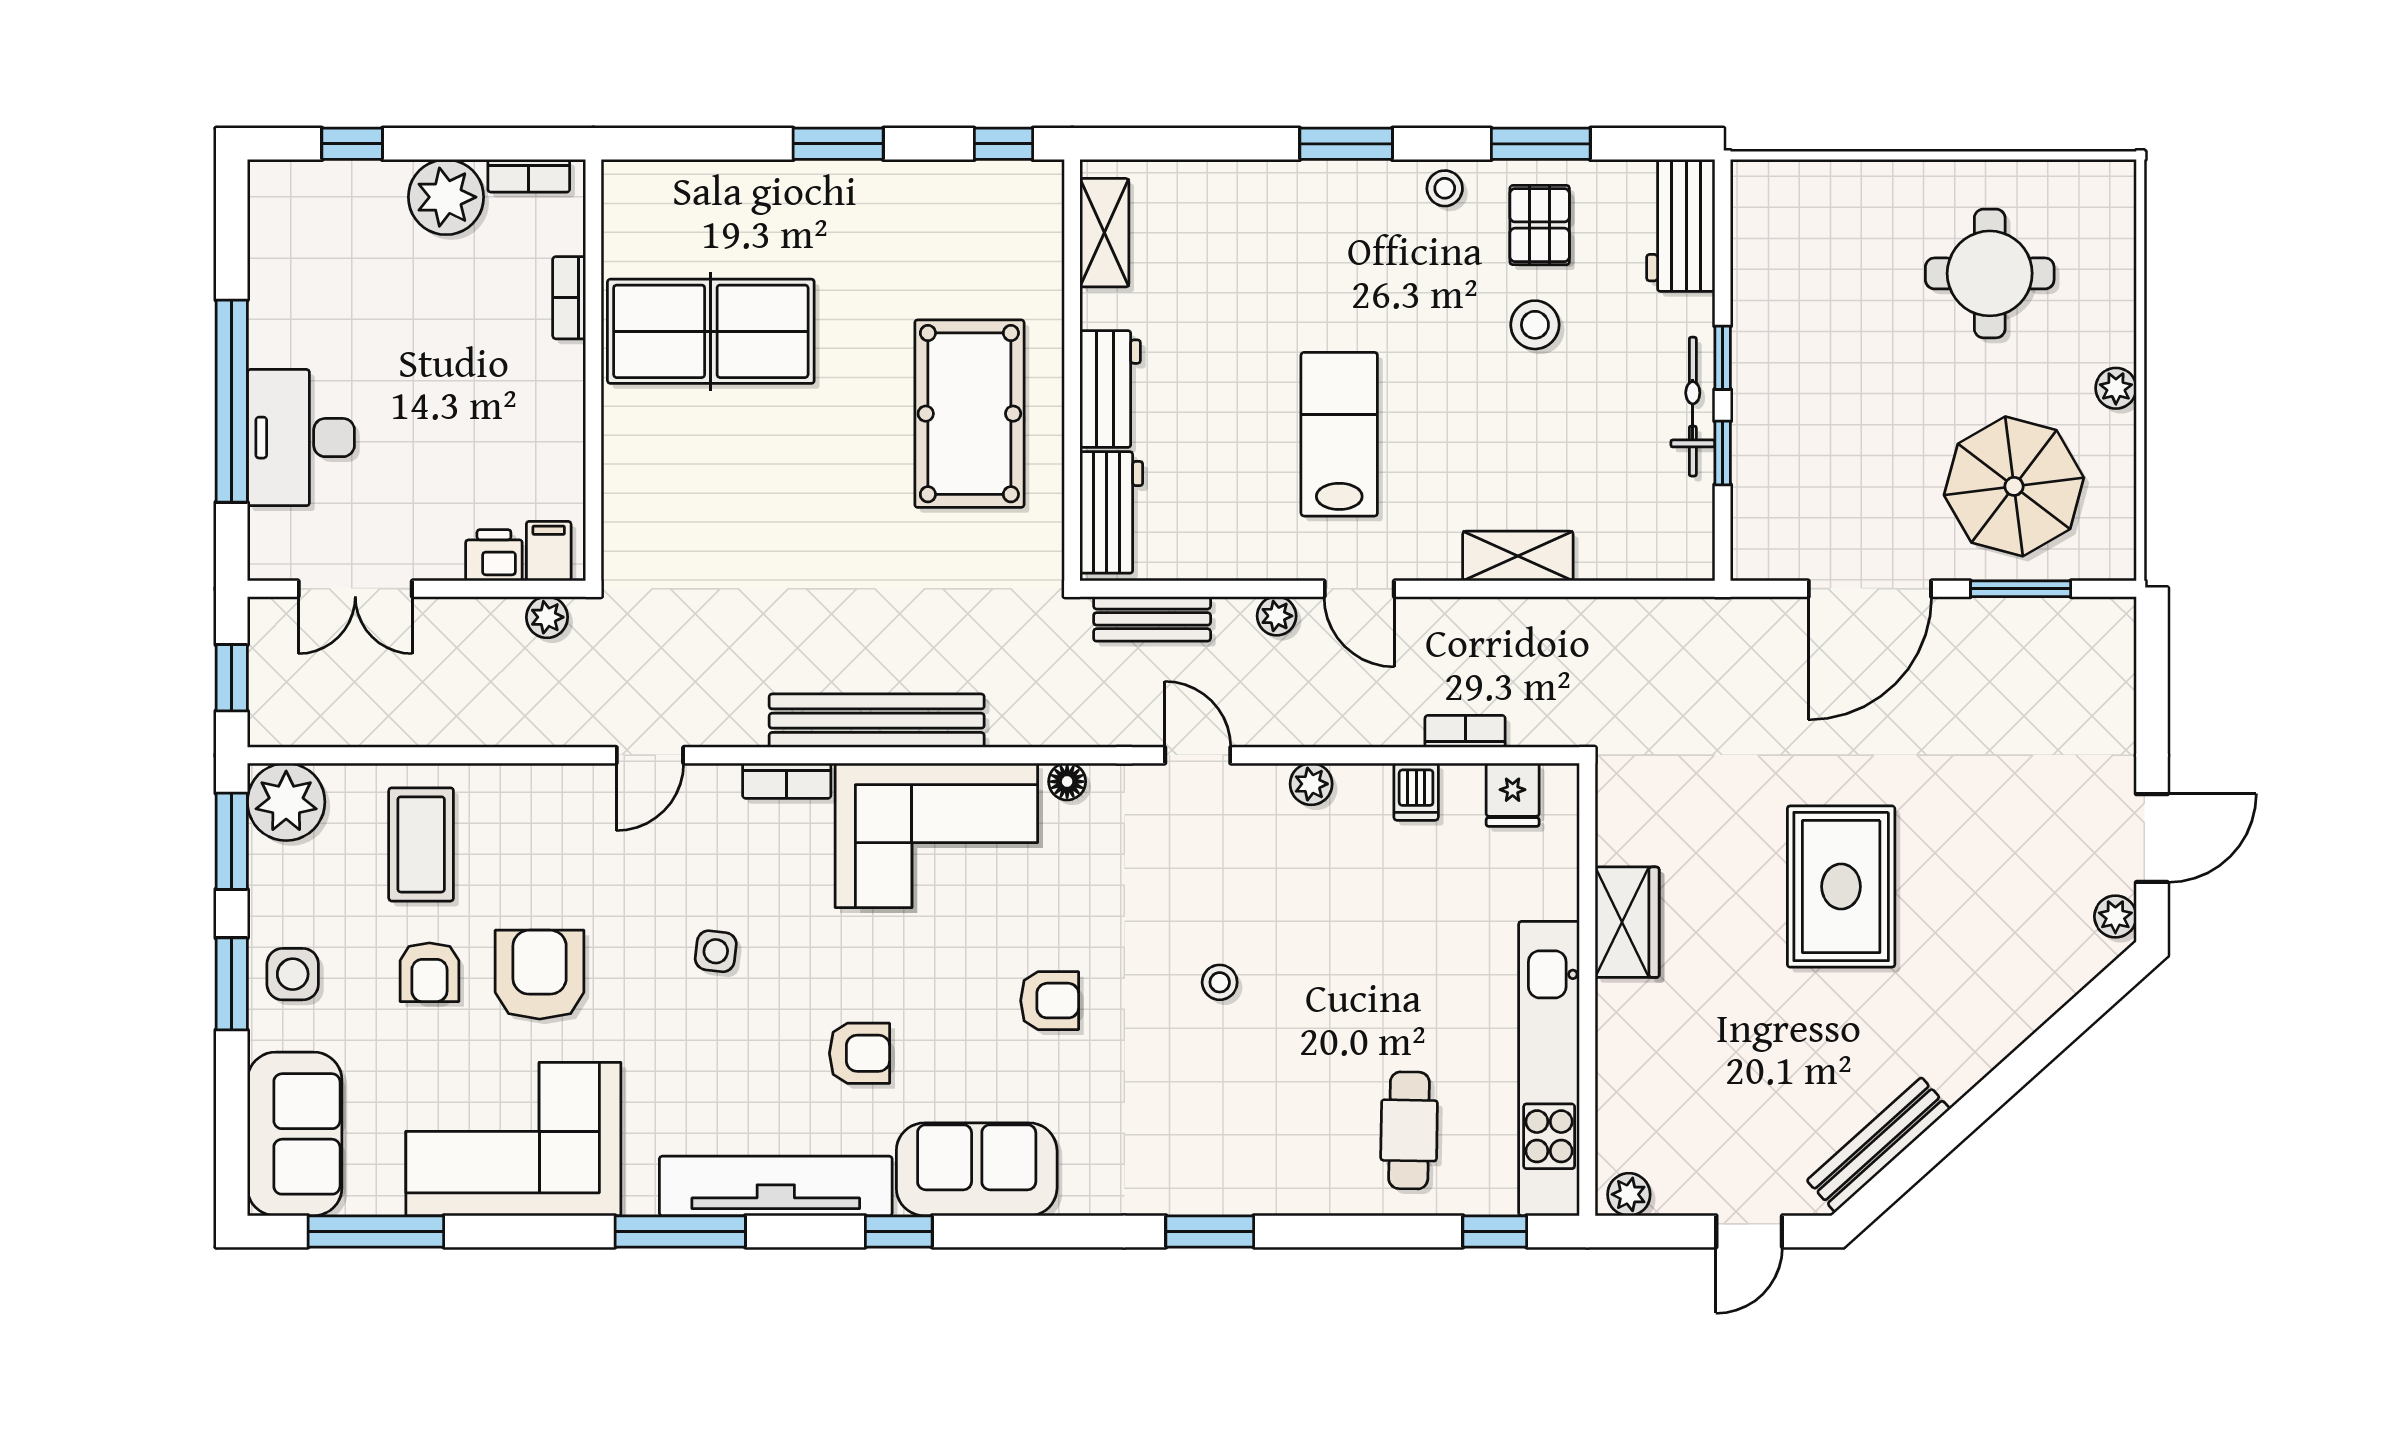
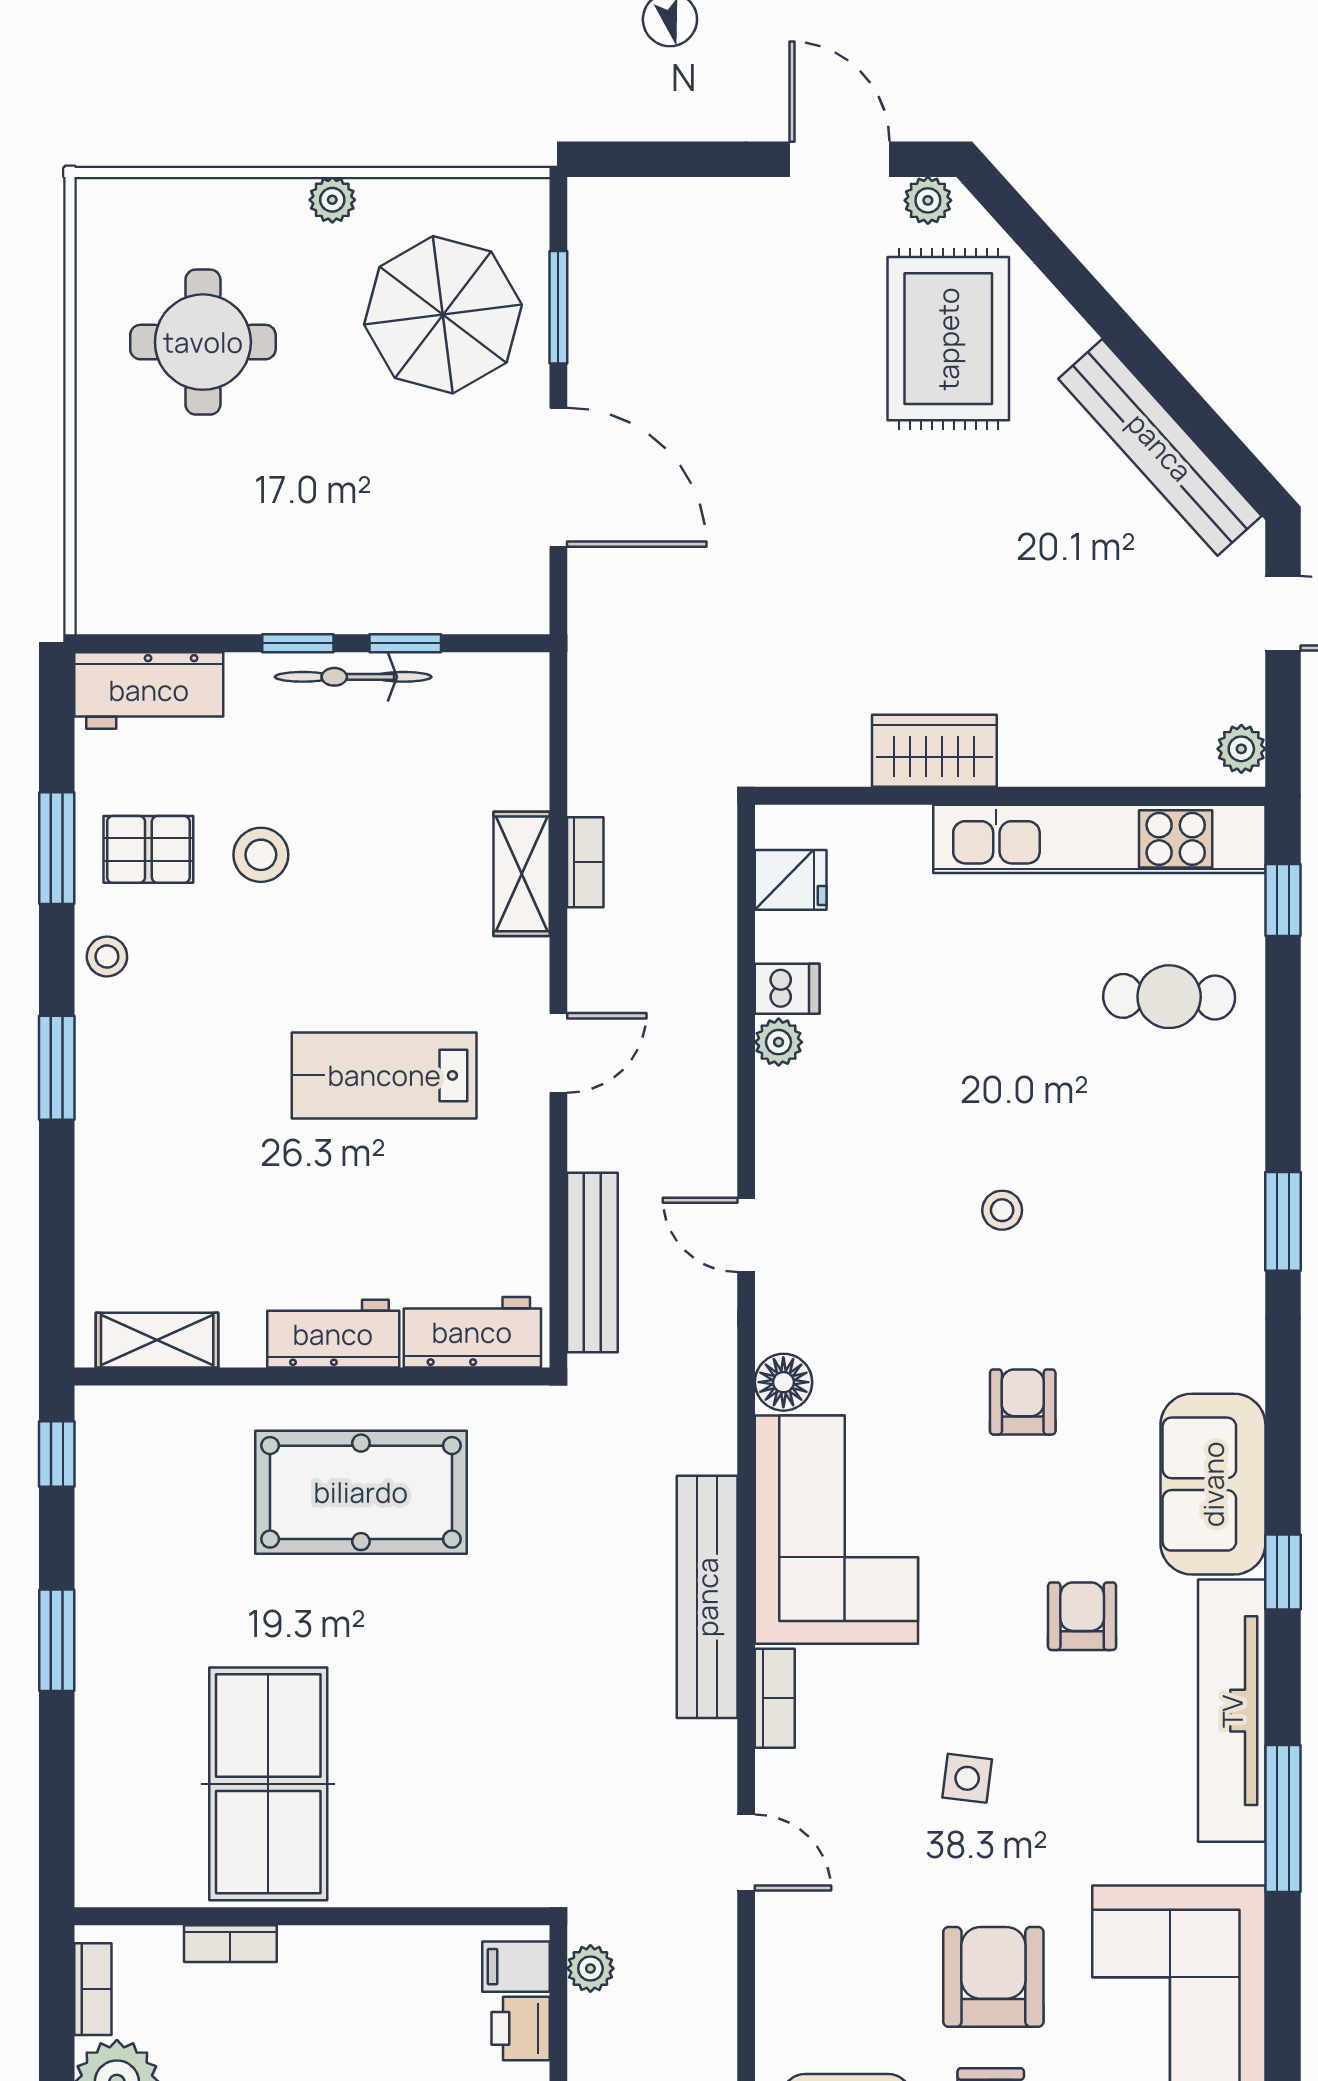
plant: (1277, 616) -> (589, 1146), removed
bench: (1152, 619) -> (592, 1262), width x1.36
bookcase: (1465, 731) -> (585, 862), moved, turned 180
door: (1198, 755) -> (746, 1235), hinge flipped
floor lamp: (1067, 782) -> (783, 1382), width x1.37, depth x1.37
plant: (1311, 784) -> (779, 1042), moved
rug: (1841, 887) -> (948, 339), moved, turned 90
armchair: (540, 975) -> (993, 1977), turned 90
bench: (1878, 1145) -> (1160, 447), width x1.37, depth x1.21

